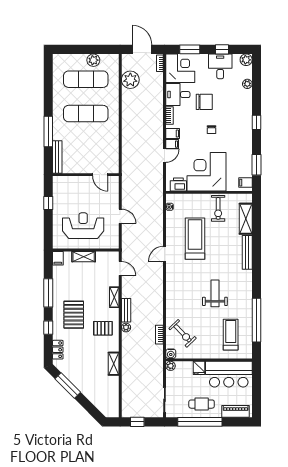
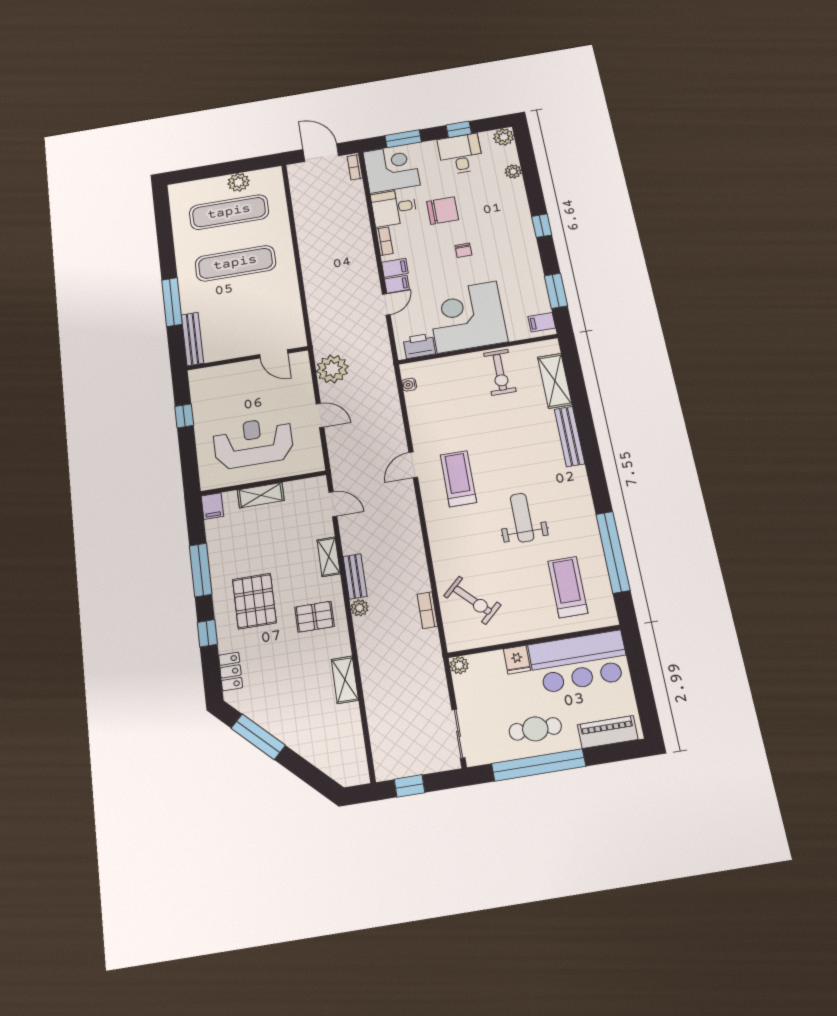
plant: (130, 80) -> (332, 369), moved
treadmill: (195, 239) -> (458, 479), moved, width x0.73, depth x0.73
water cooler: (171, 354) -> (456, 642), removed

